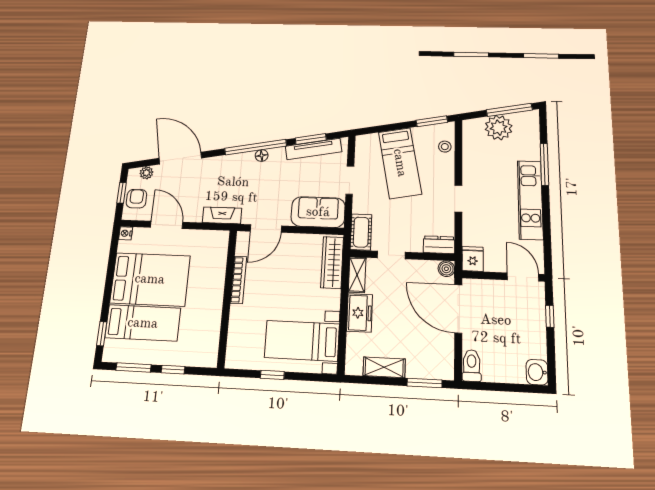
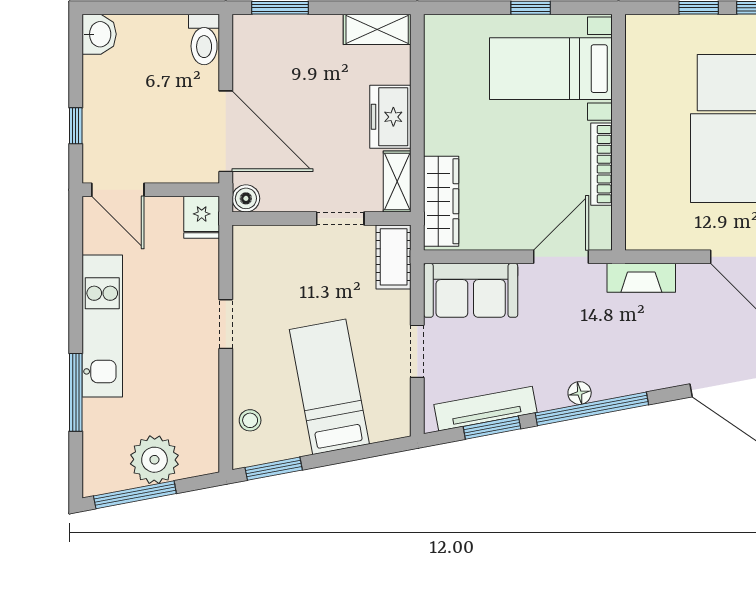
dresser: (439, 245) -> (259, 240), removed
bed with nightstands: (302, 341) -> (551, 69), moved, turned 180
shelving: (384, 367) -> (377, 29), moved

